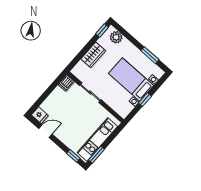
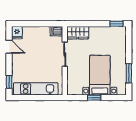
plant: (116, 37) -> (120, 38), removed
wardrobe: (93, 55) -> (78, 33), moved
window: (96, 155) -> (24, 98), removed

